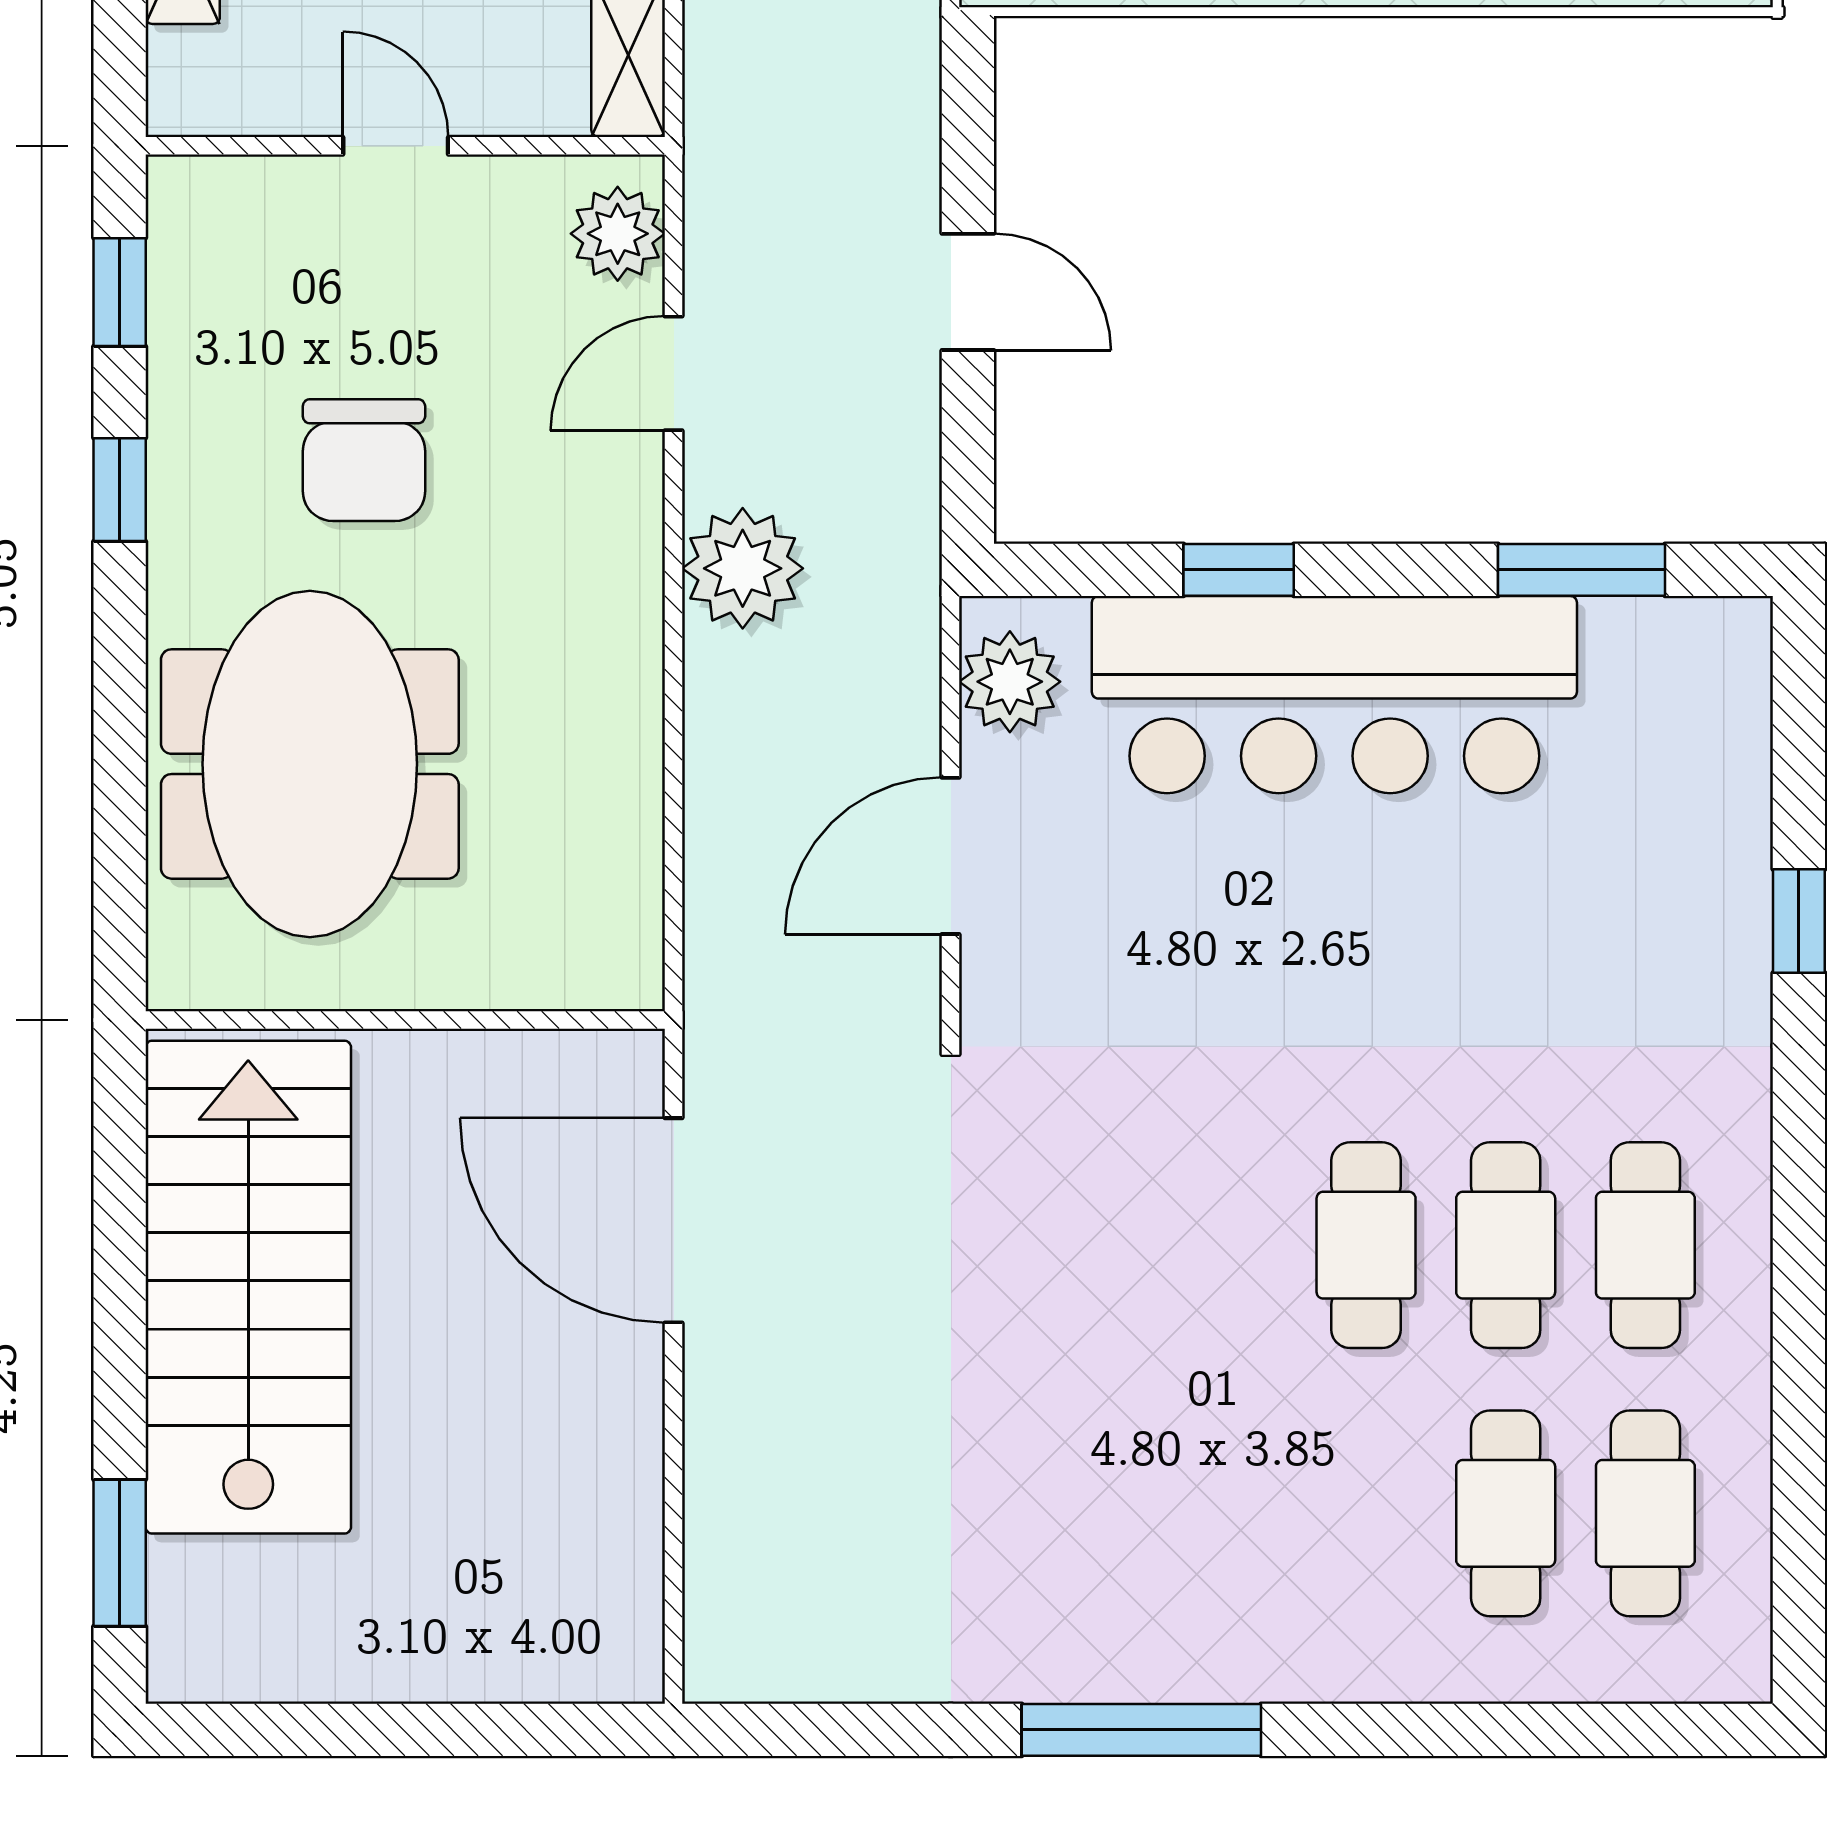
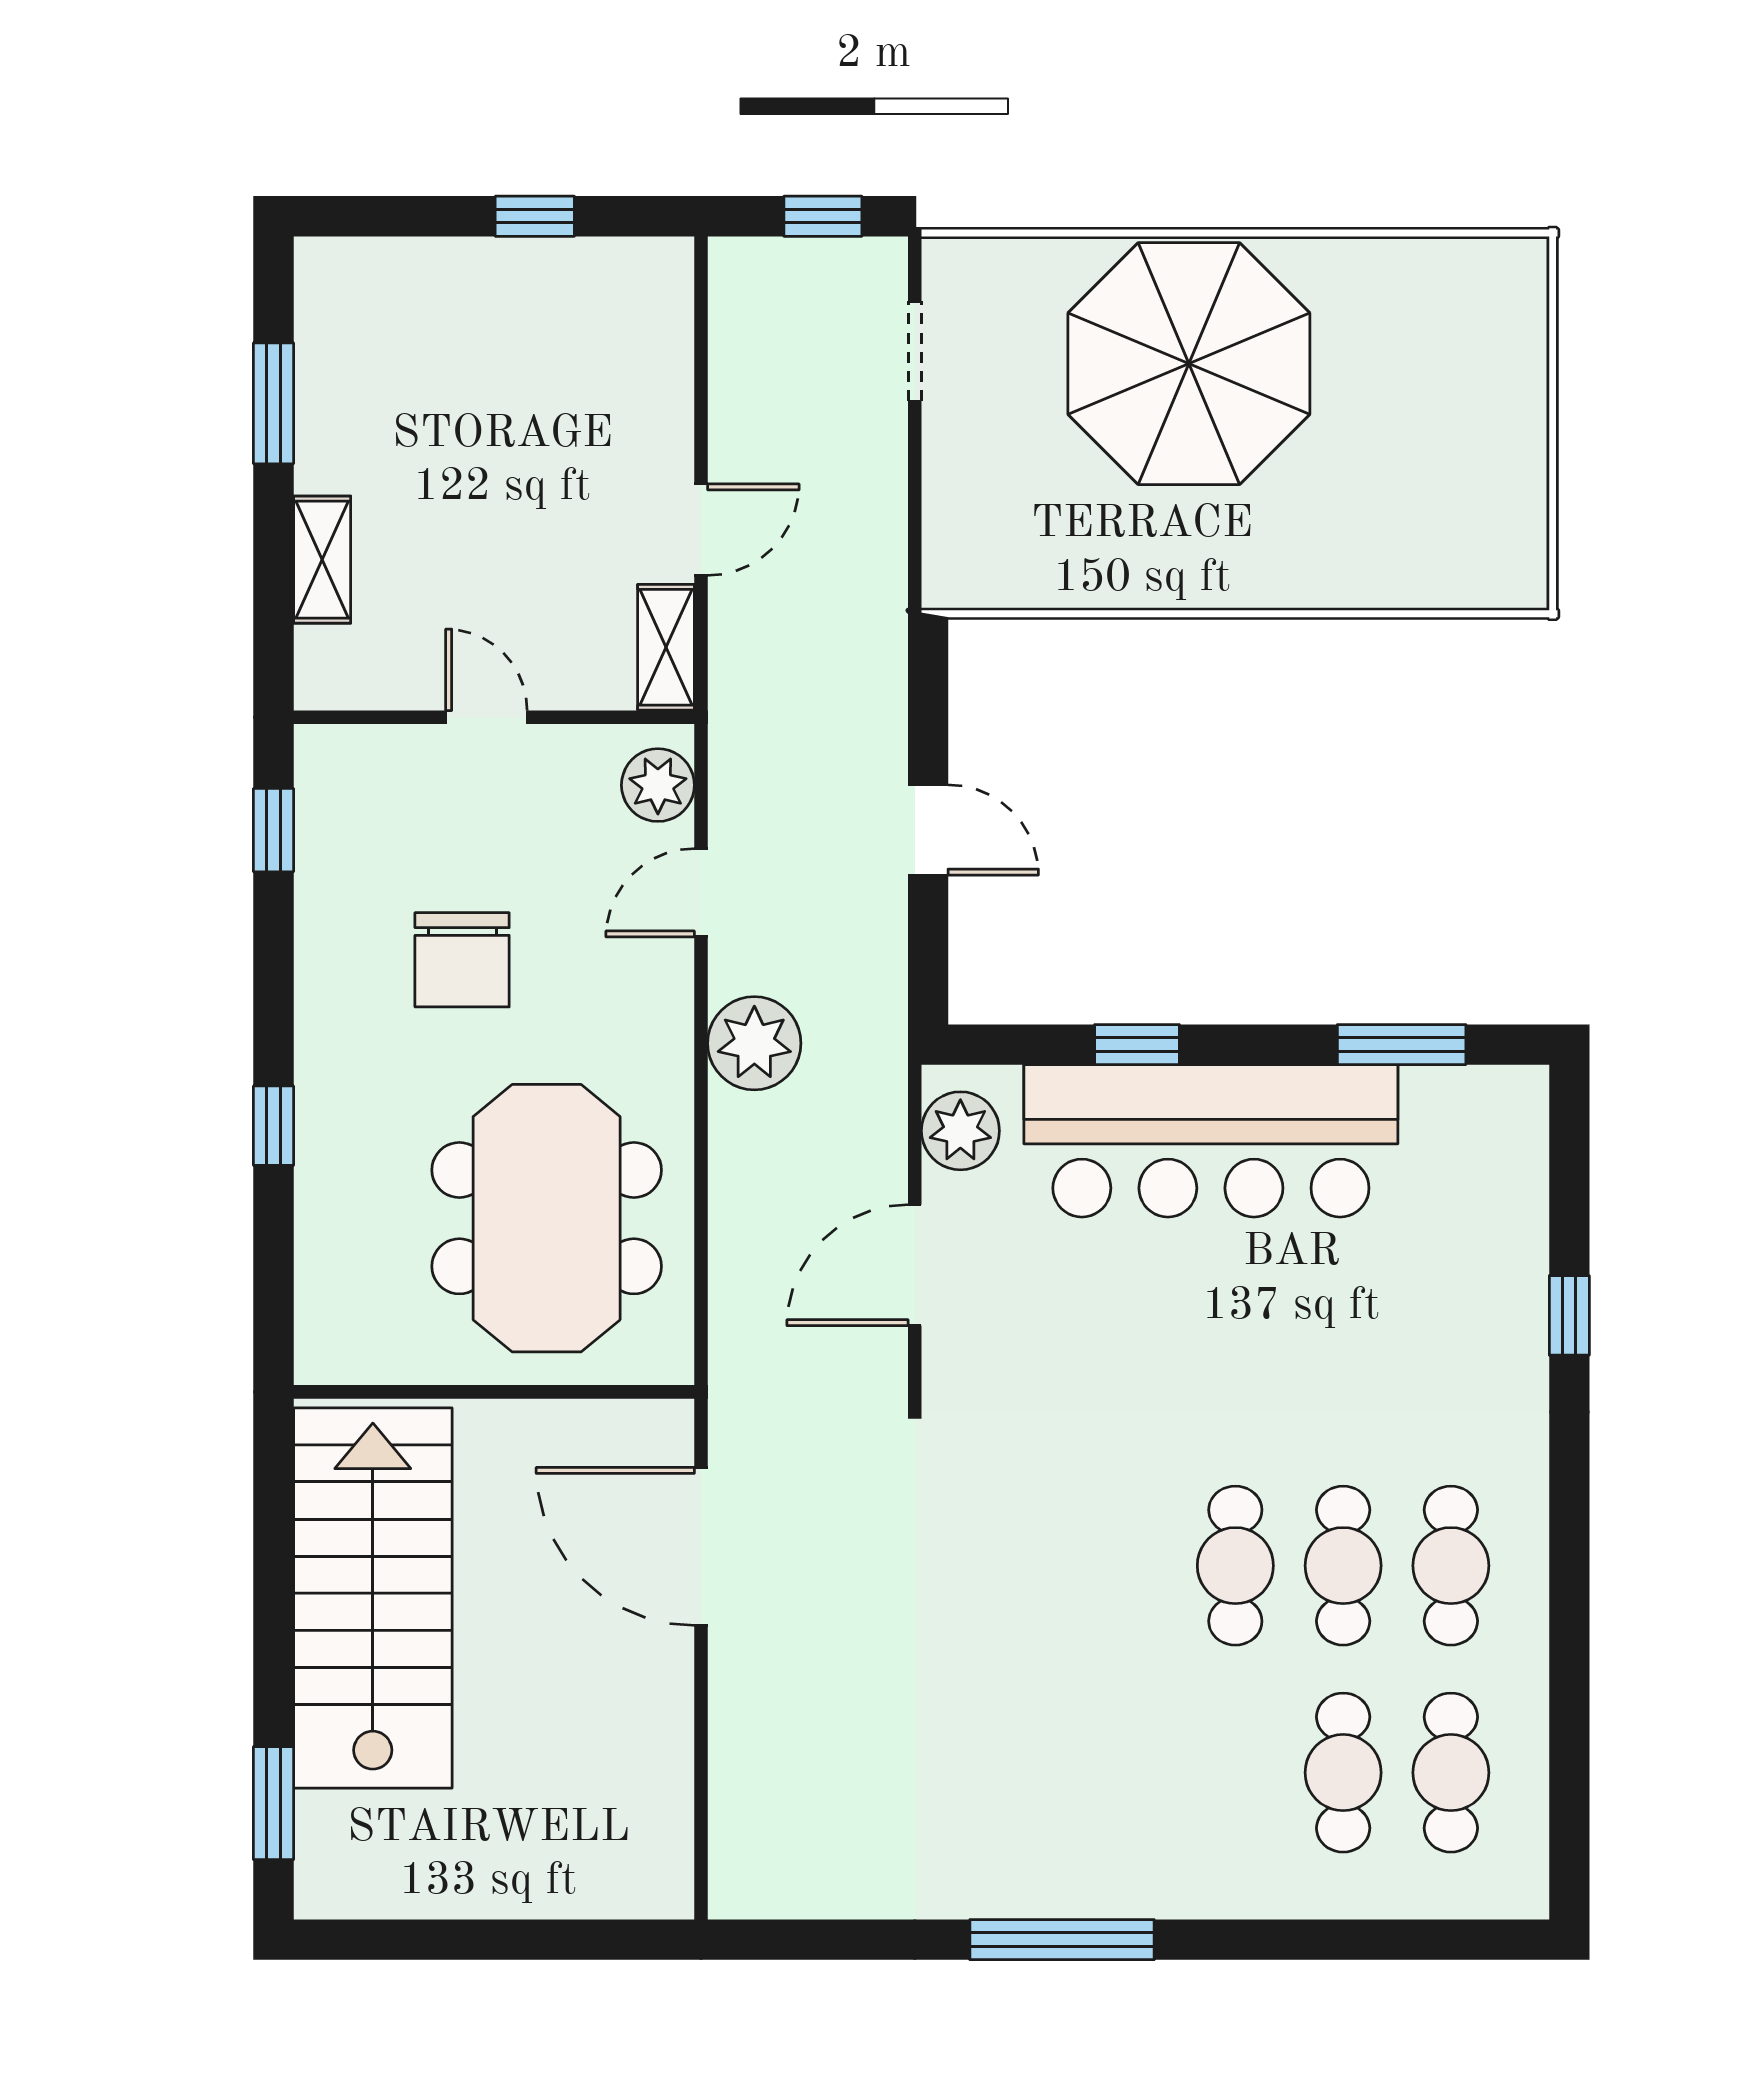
window: (120, 490) -> (273, 1126), moved
meeting table: (310, 764) -> (547, 1218), moved

